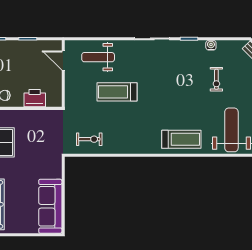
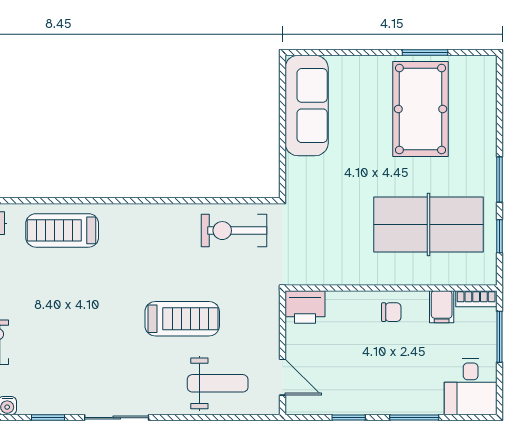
printer: (35, 98) -> (305, 307), moved
exercise bike: (89, 139) -> (234, 231), width x1.38, depth x1.39

